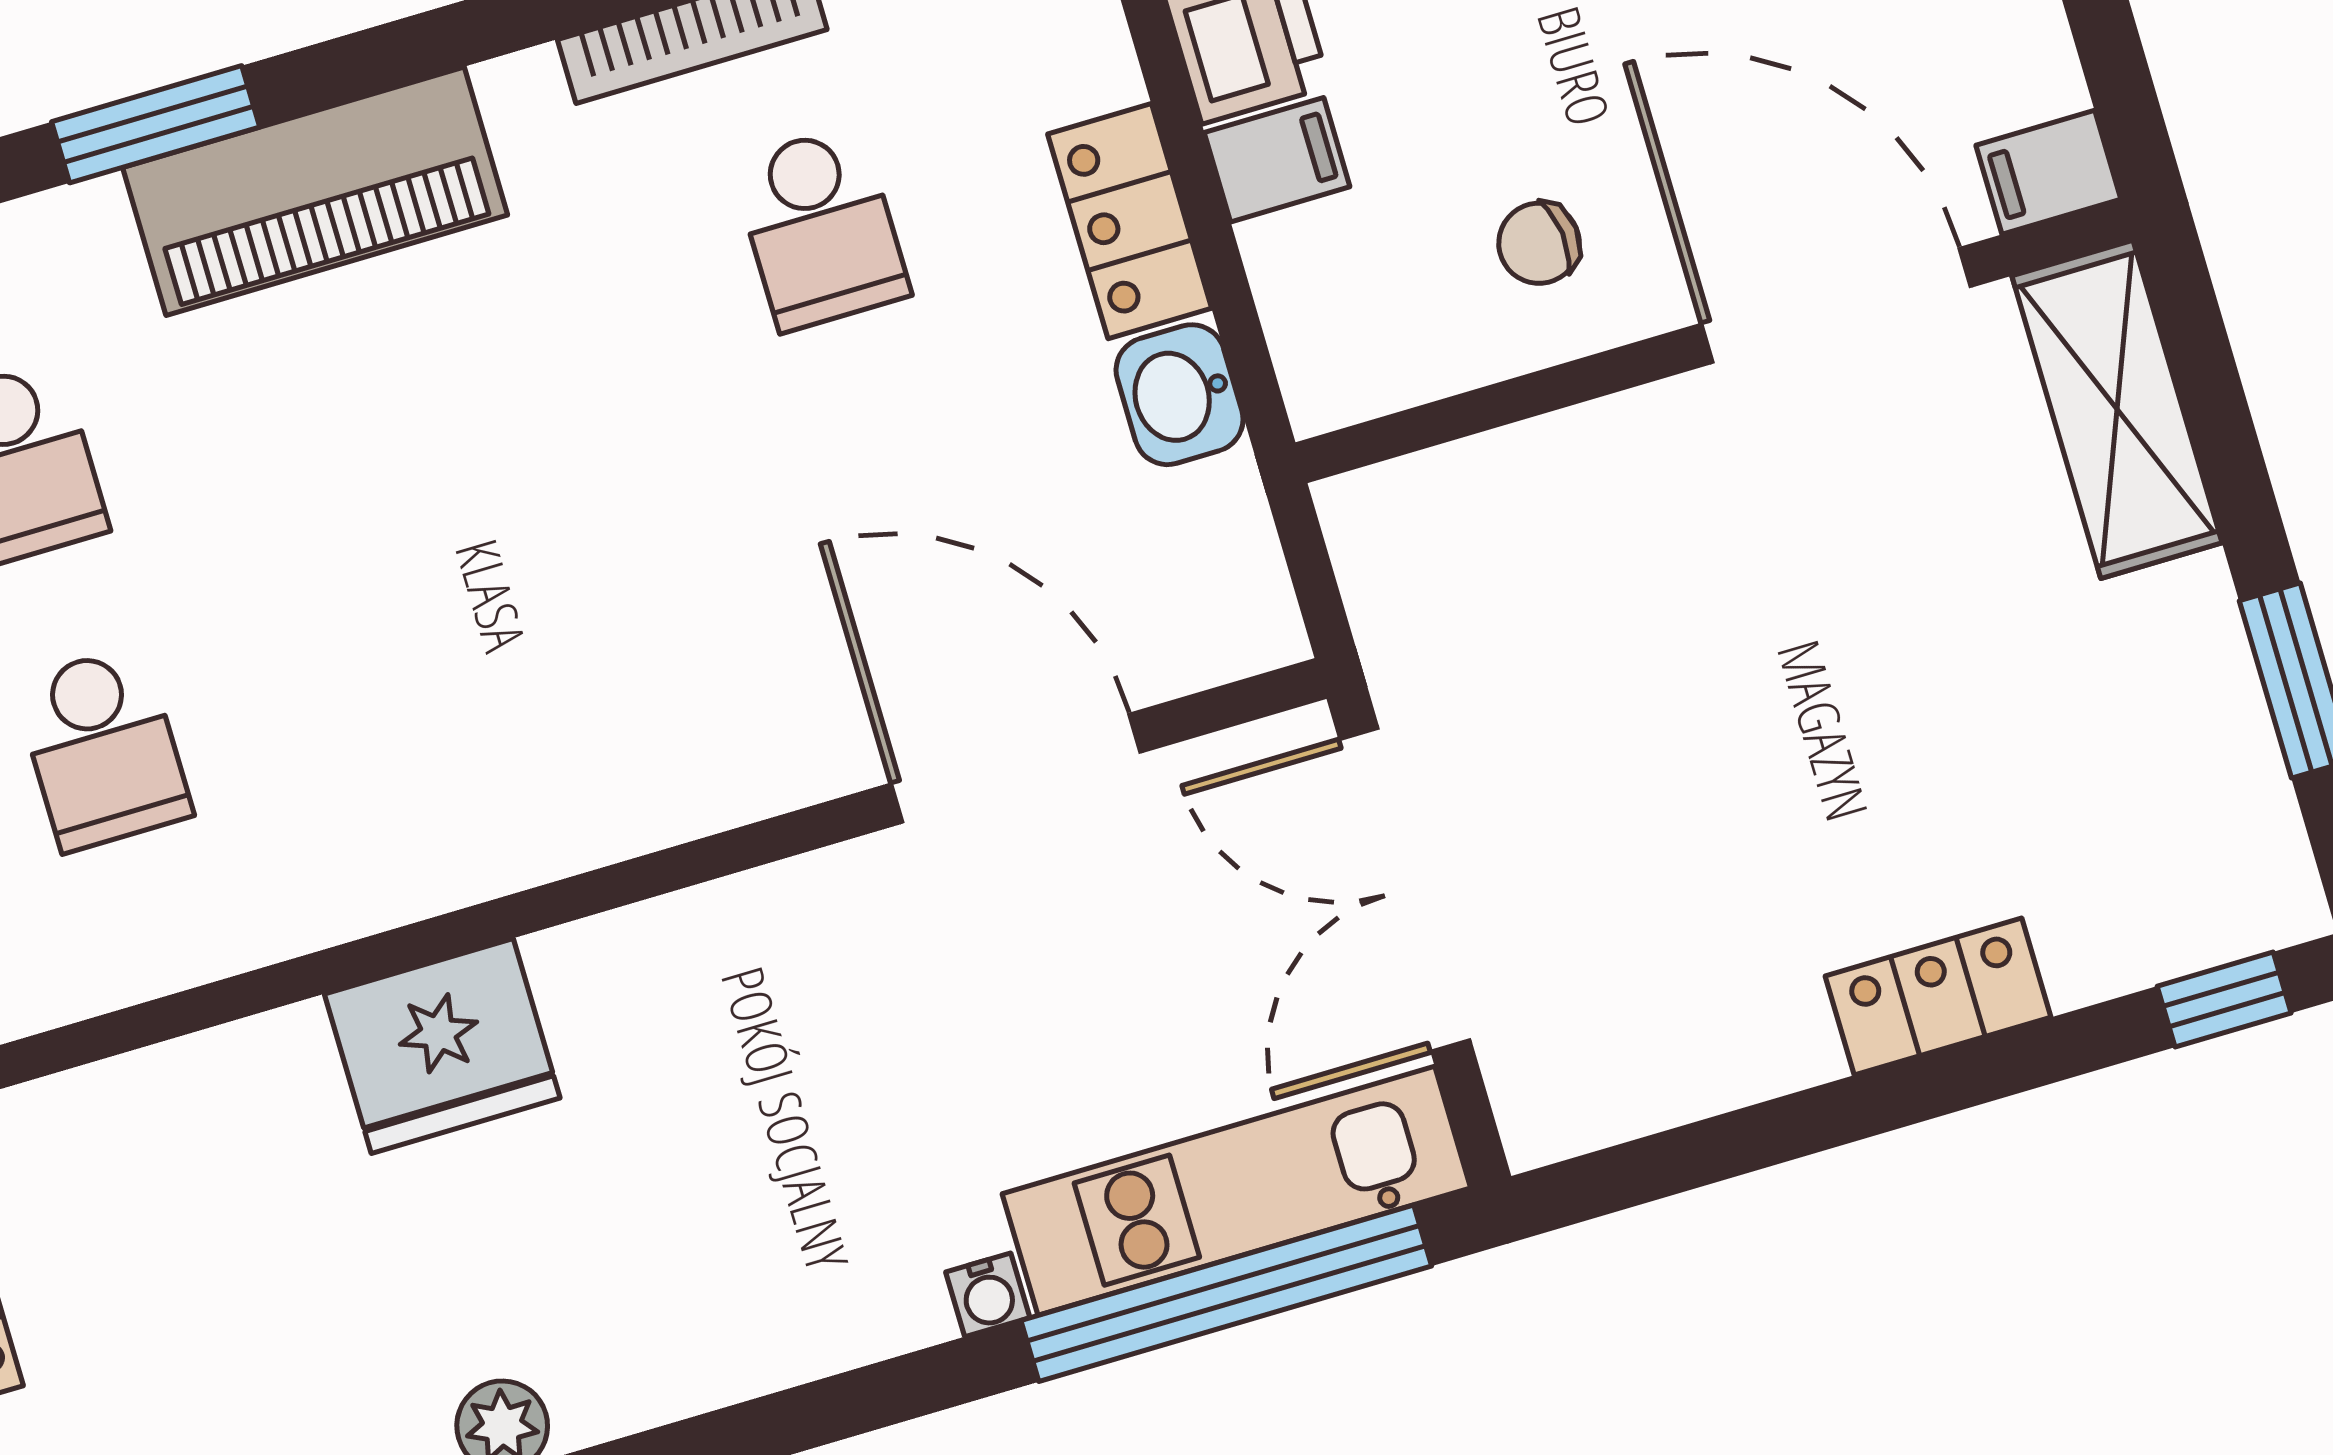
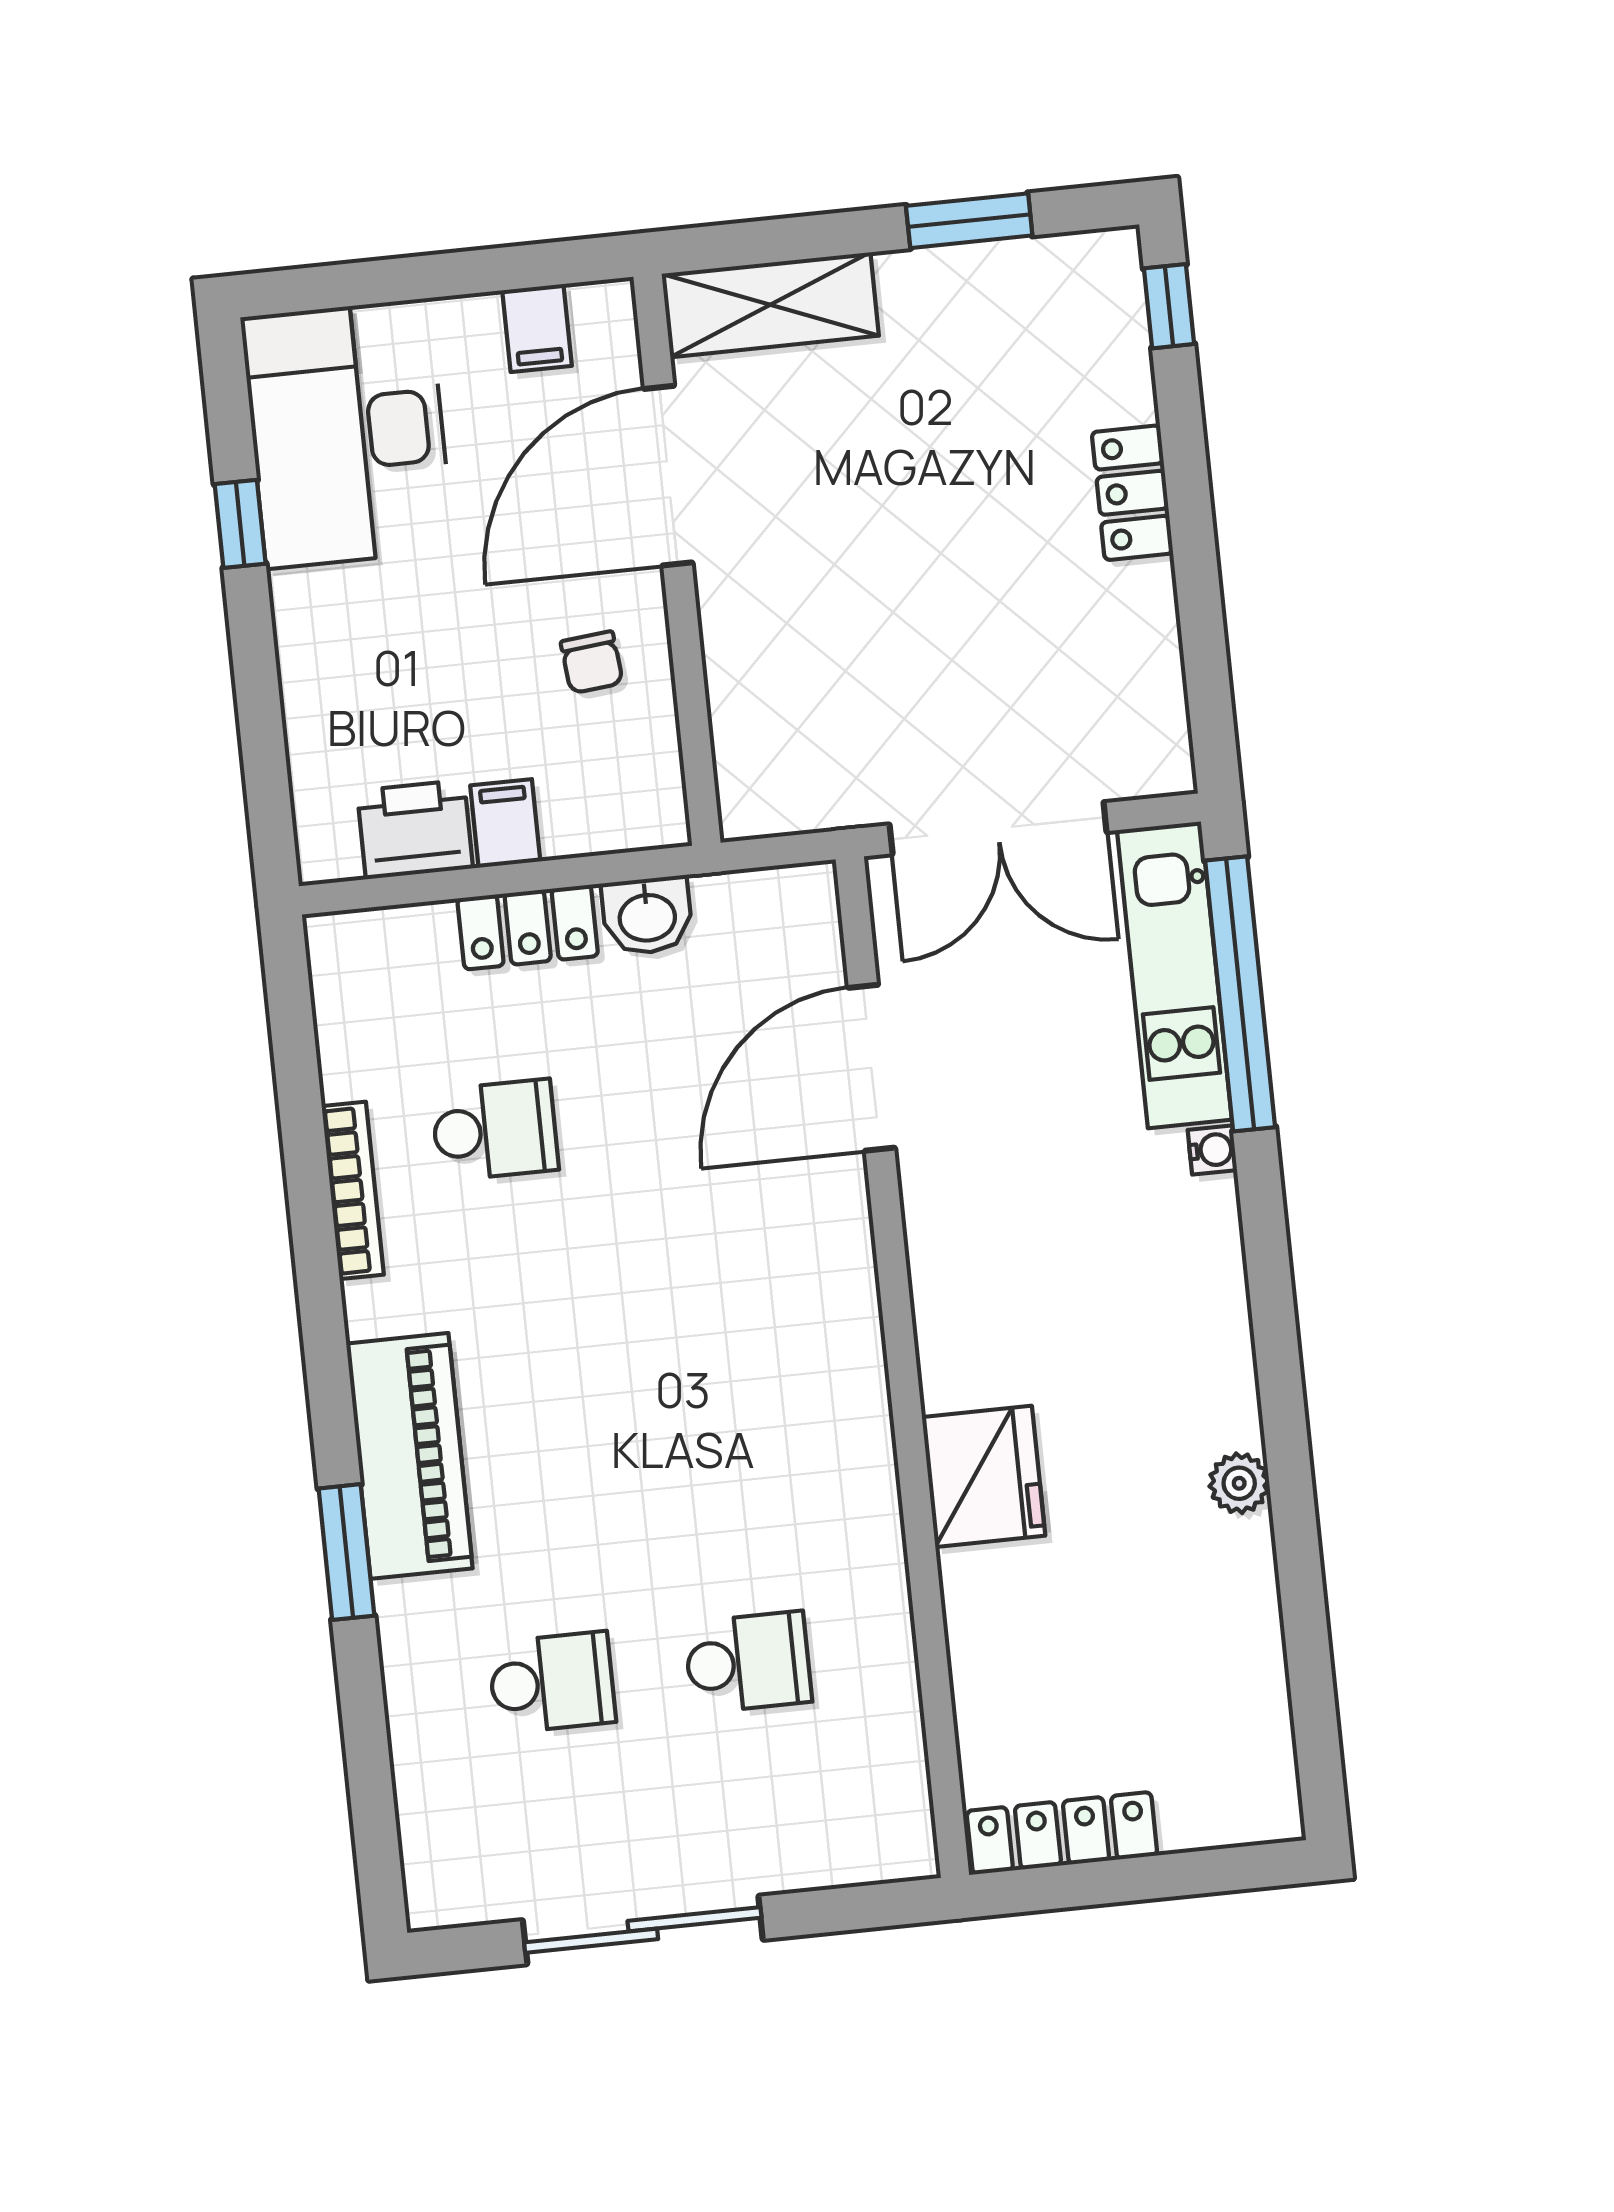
filing cabinet: (2048, 172) -> (537, 328), moved

